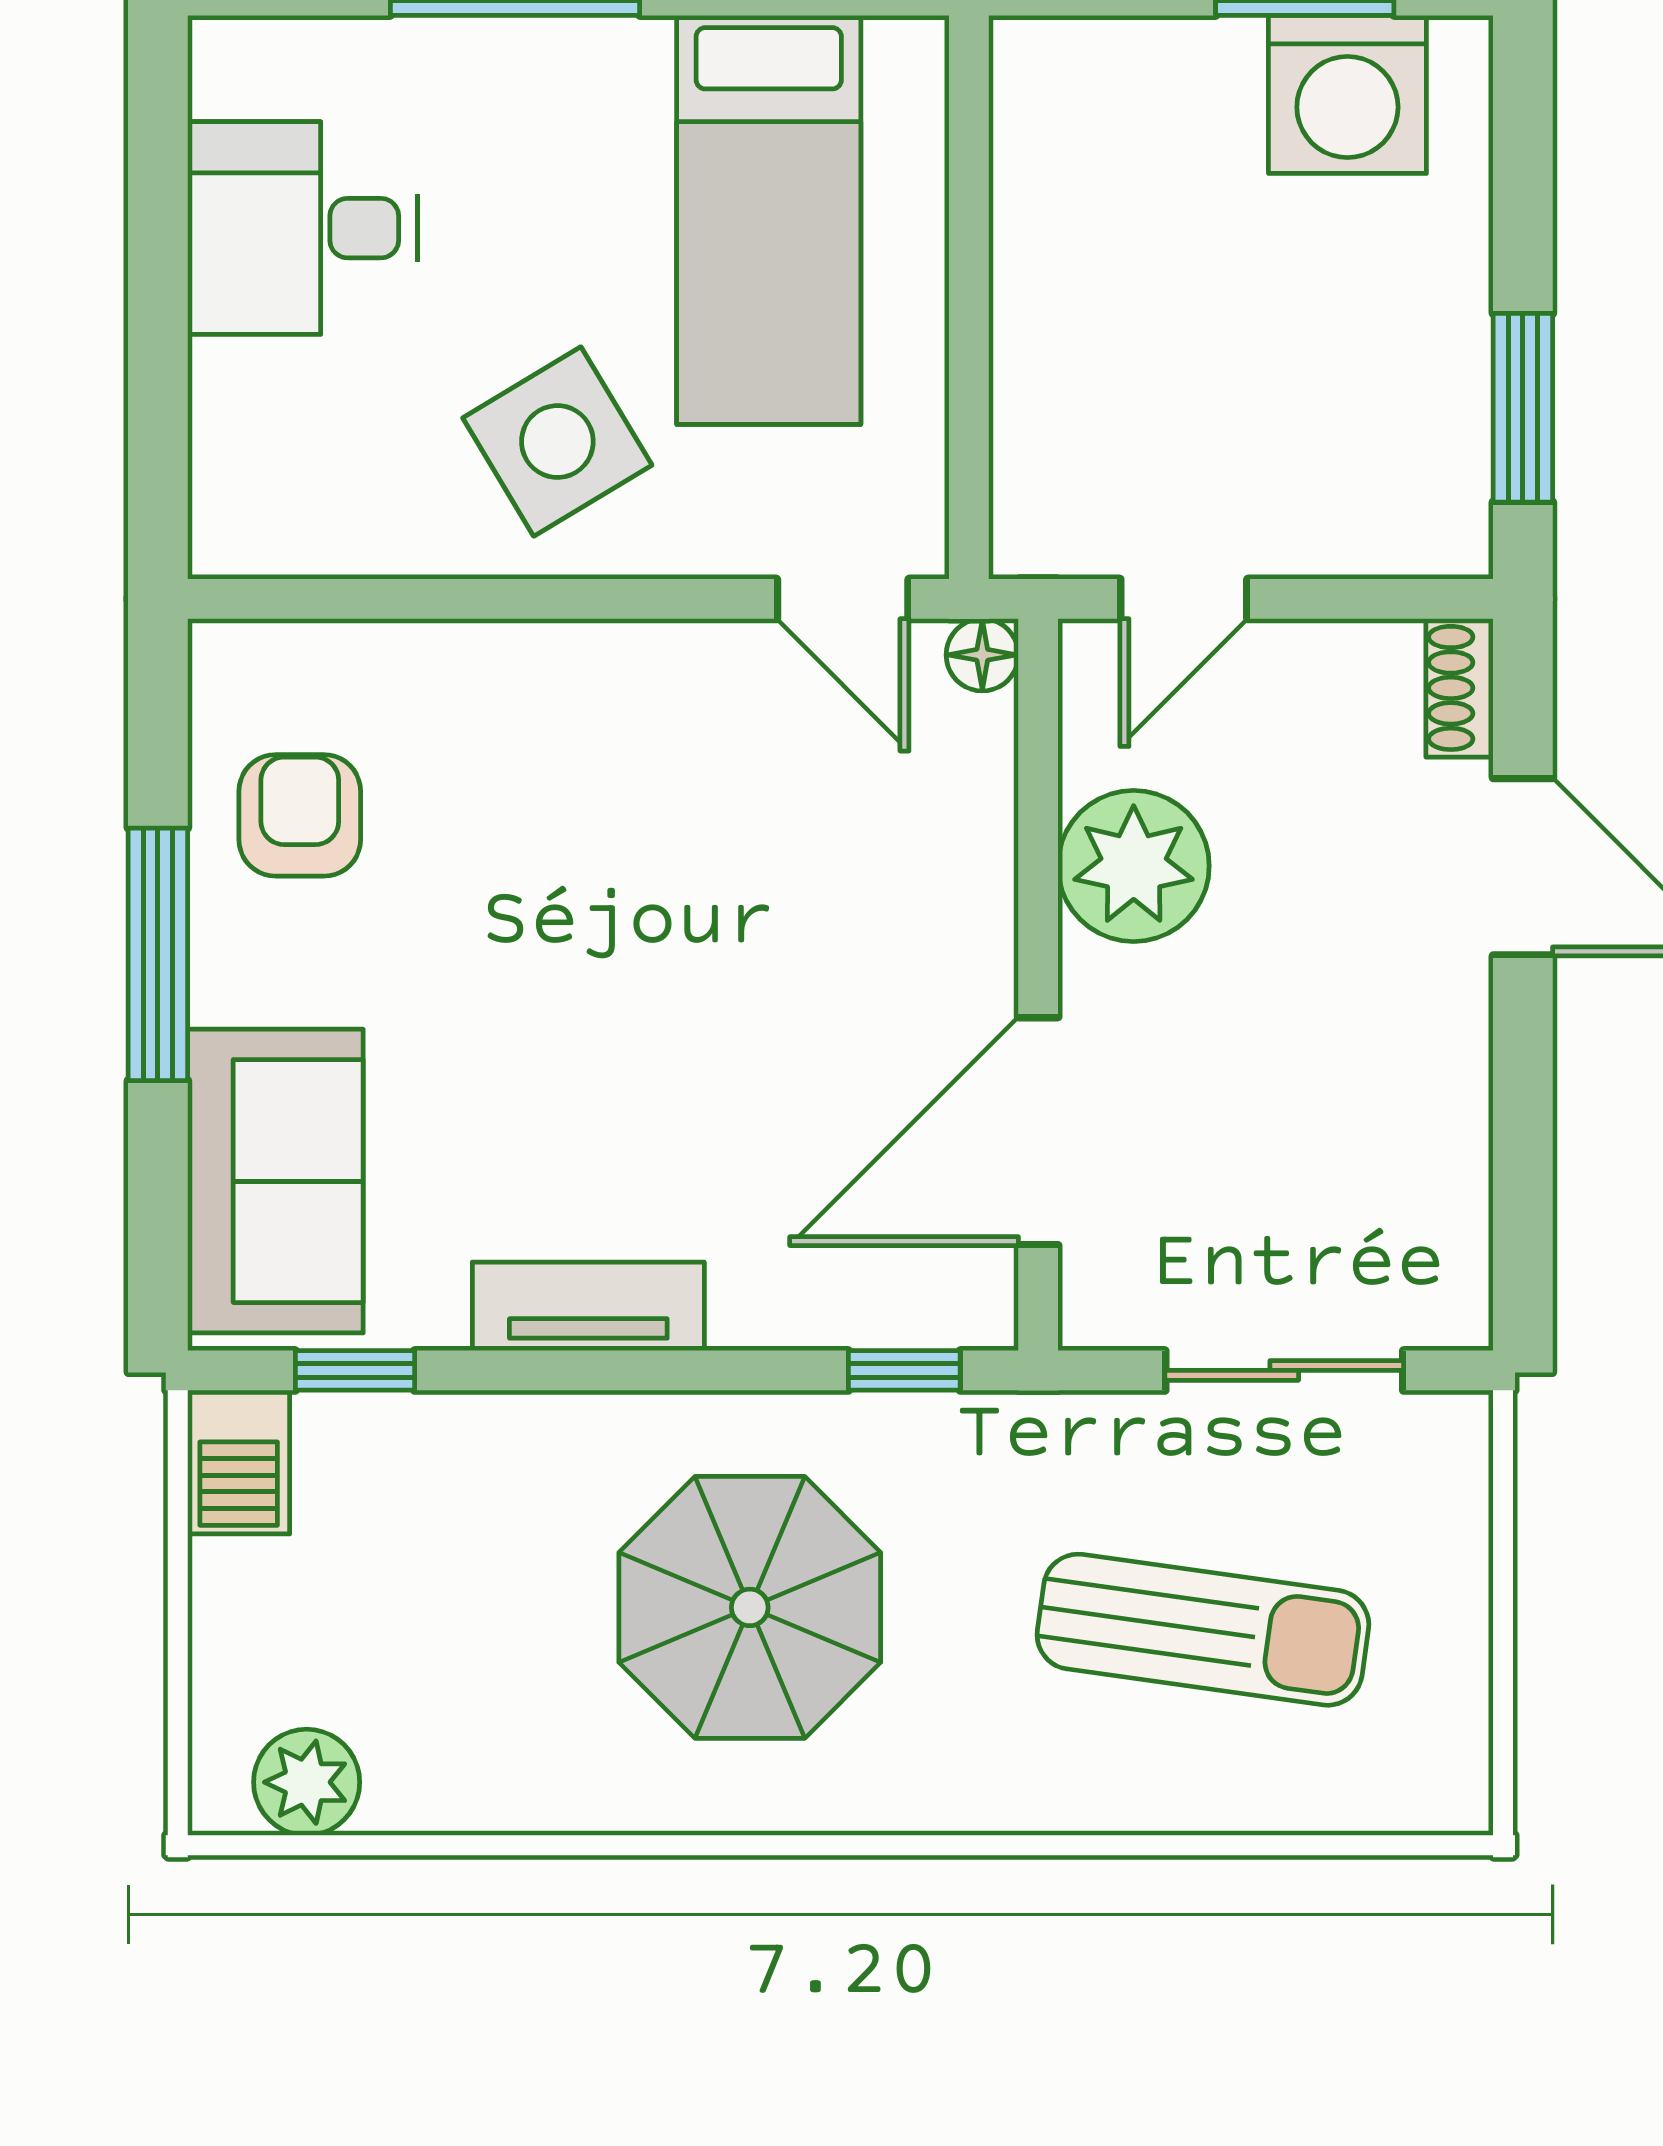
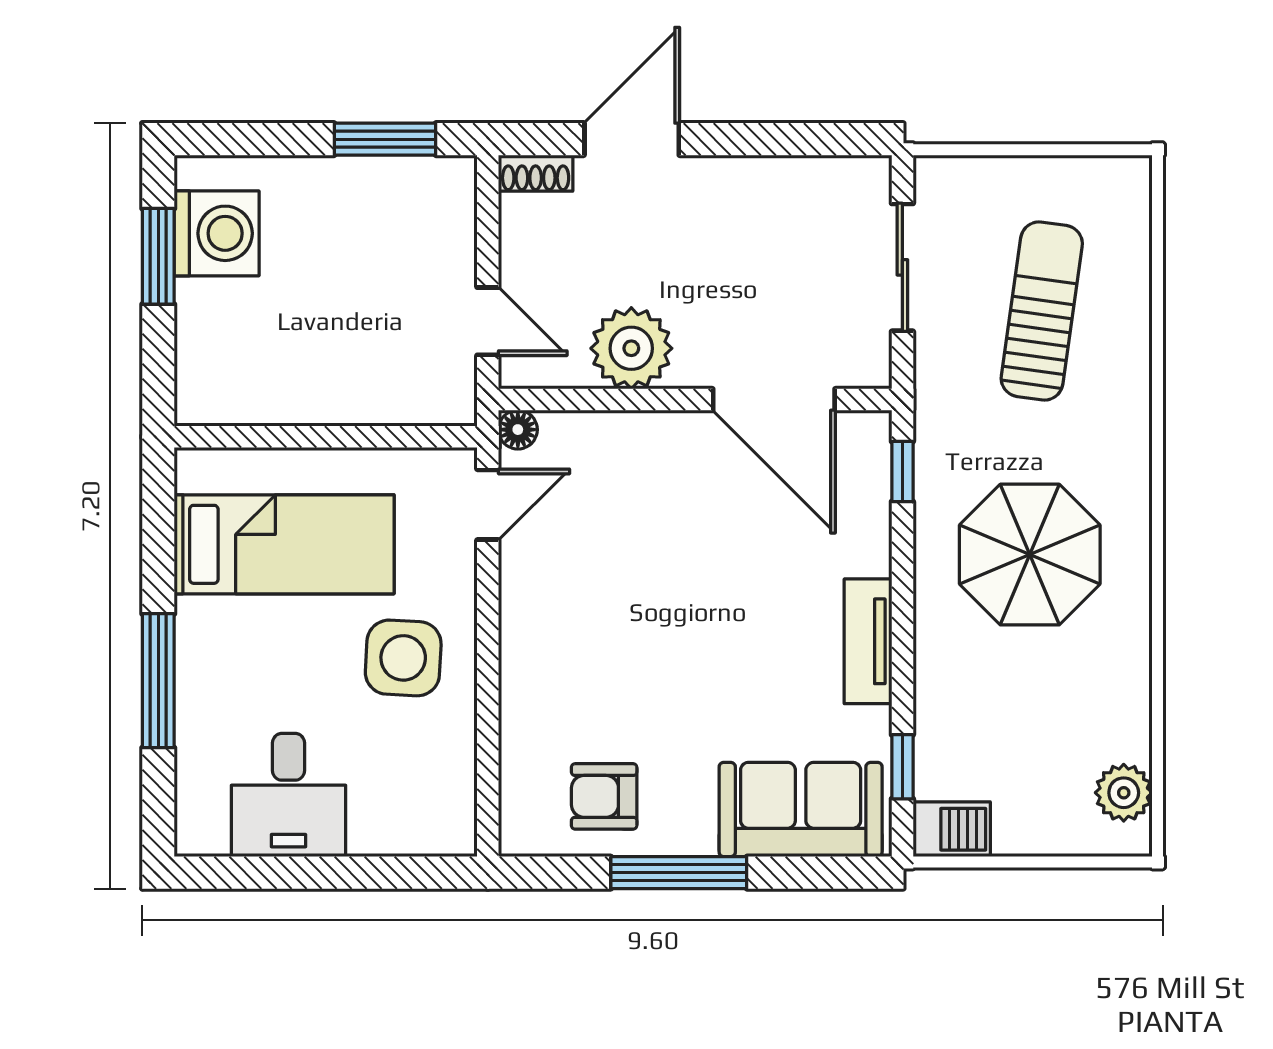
side table: (557, 442) -> (403, 658), turned 34

